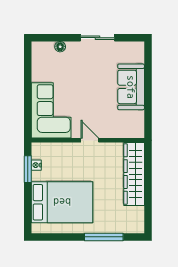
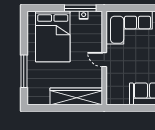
door: (90, 140) -> (104, 60), swing flipped
window: (28, 169) -> (80, 8), width x1.44

